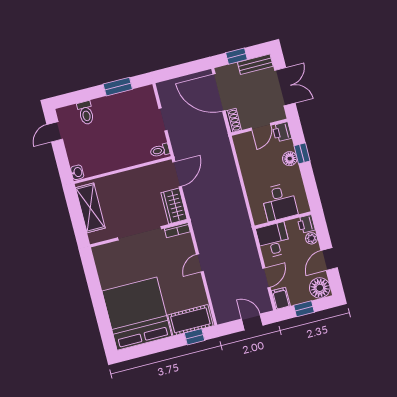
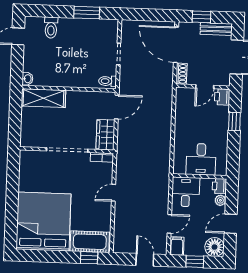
floor lamp: (290, 159) -> (222, 123), removed
shelving: (90, 208) -> (43, 98), moved, turned 90

